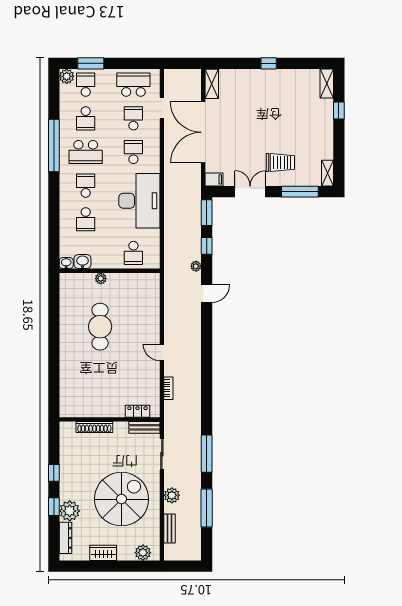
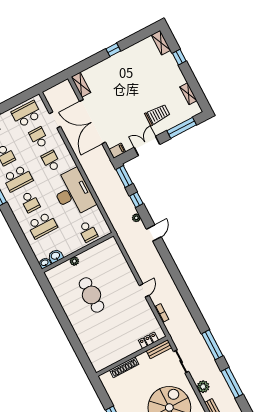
shelving: (327, 173) -> (188, 94), moved
school desk: (86, 186) -> (30, 202), turned 180
school desk: (86, 219) -> (42, 225), width x1.85
door: (162, 352) -> (144, 290), swing flipped

